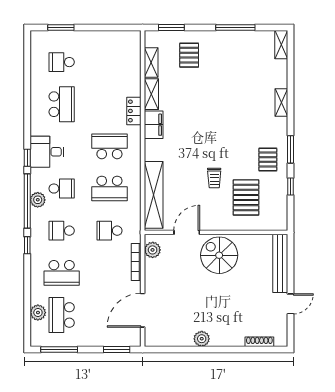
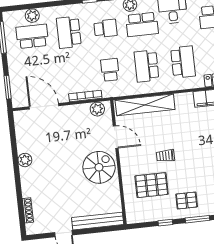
school desk: (62, 189) -> (142, 24), width x1.85
school desk: (62, 231) -> (105, 28), turned 90

